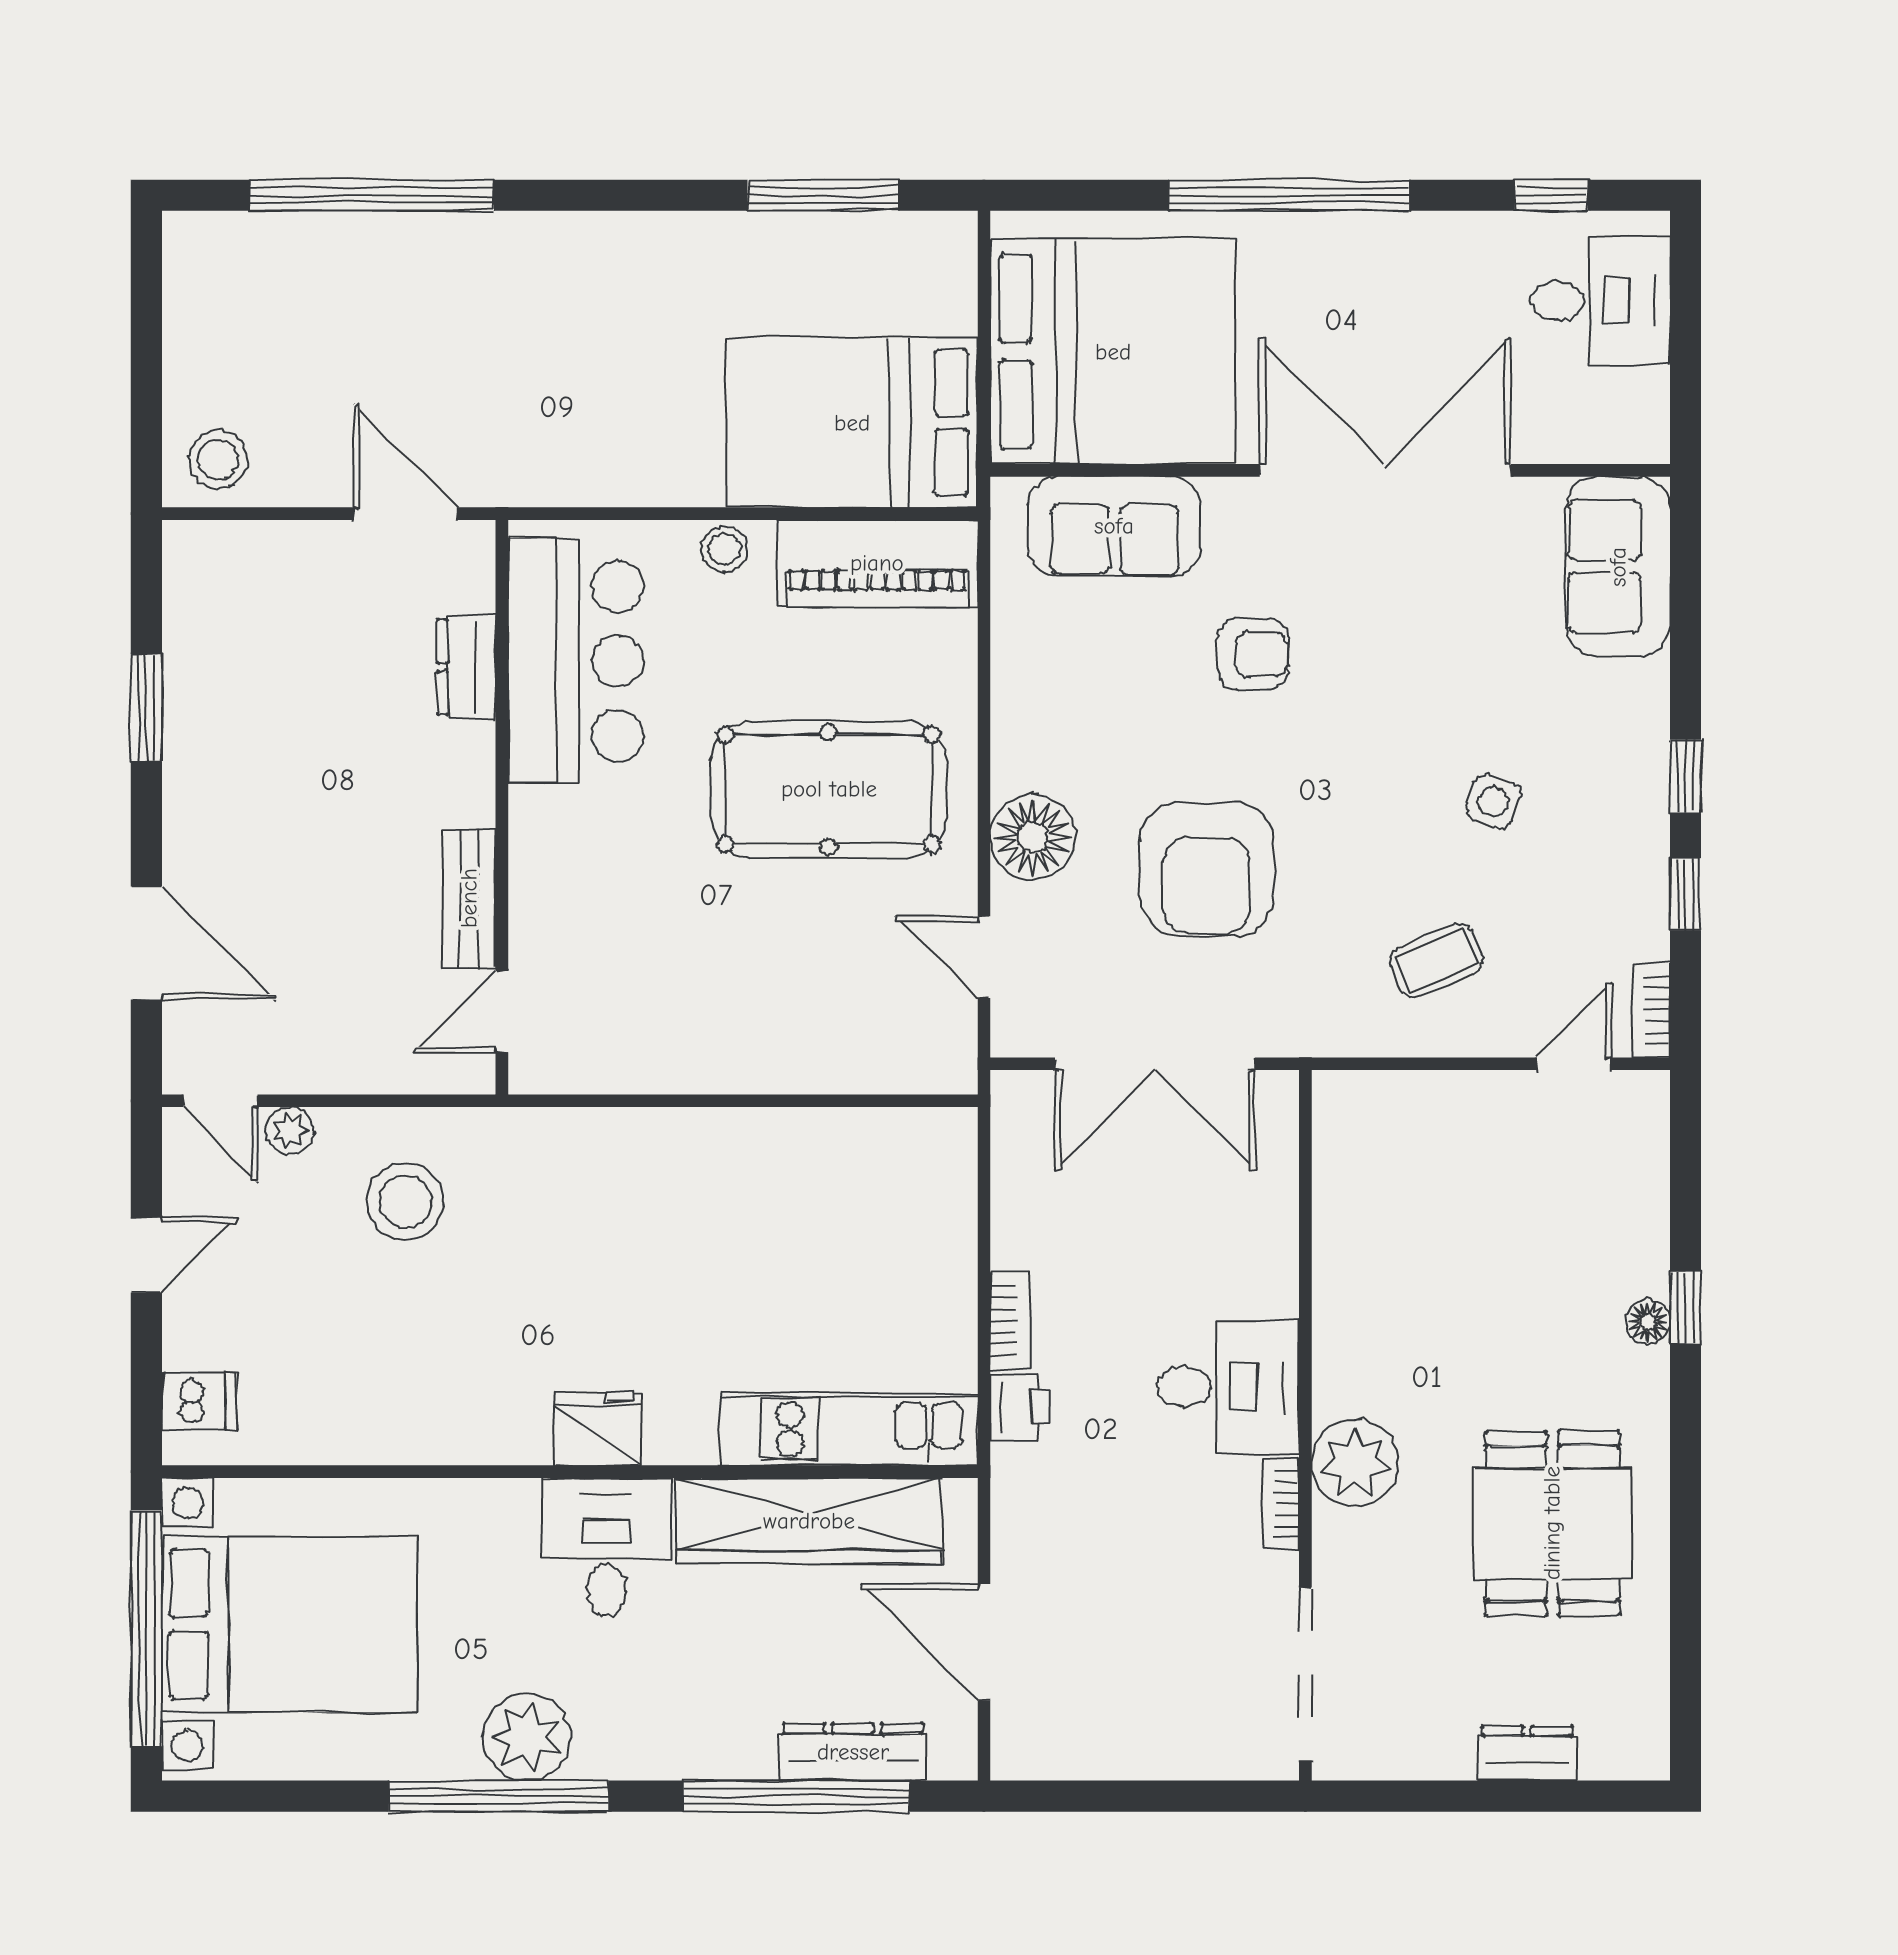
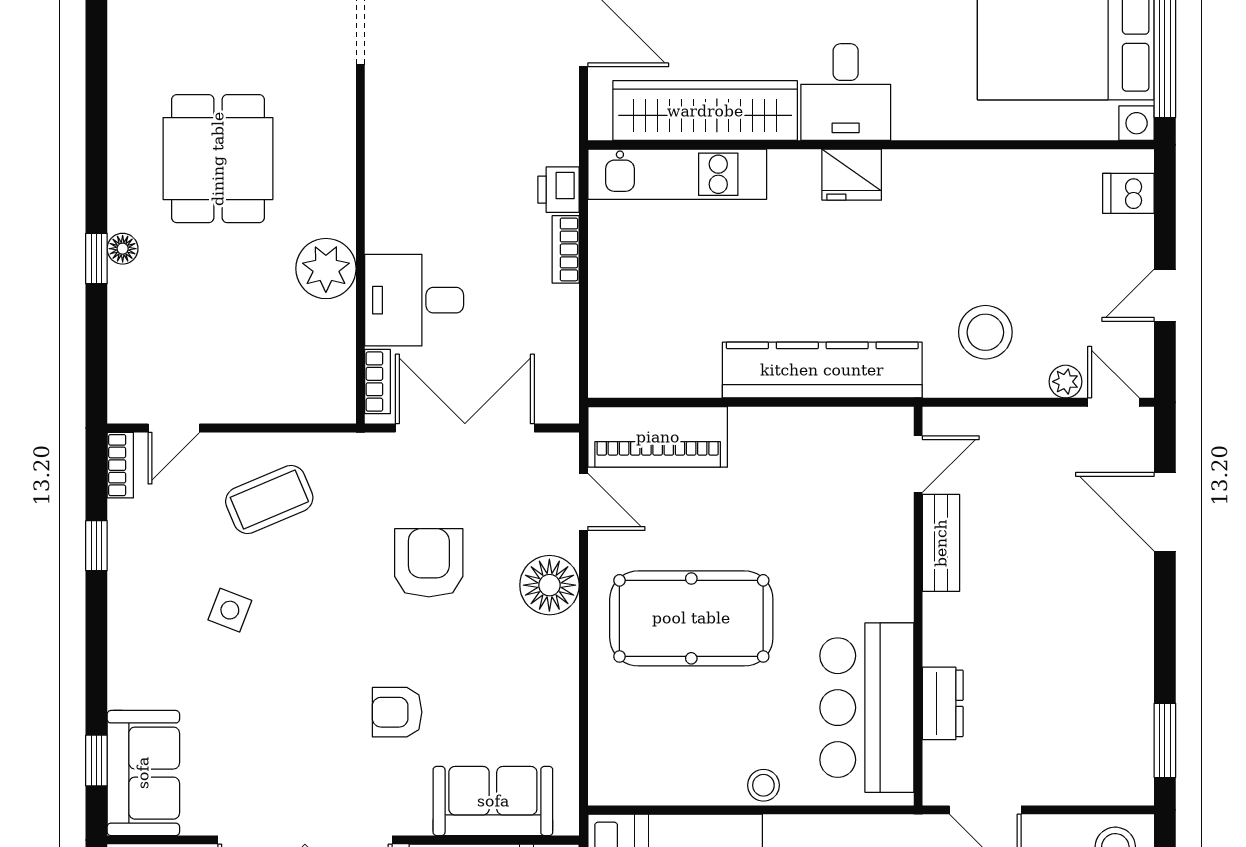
piano: (877, 563) -> (658, 437), moved, turned 180
window: (146, 708) -> (1165, 740), moved
window: (1685, 777) -> (96, 761), moved
armchair: (1207, 869) -> (429, 563), width x0.73, depth x0.73
coffee table: (1437, 961) -> (269, 500), width x1.36, depth x1.30
kitchen counter: (640, 1147) -> (822, 370), added
desk: (1228, 1387) -> (414, 300), moved
plant: (1355, 1463) -> (326, 269), moved
bookcase: (1281, 1504) -> (377, 382), moved
dining table: (1552, 1523) -> (218, 159), moved

